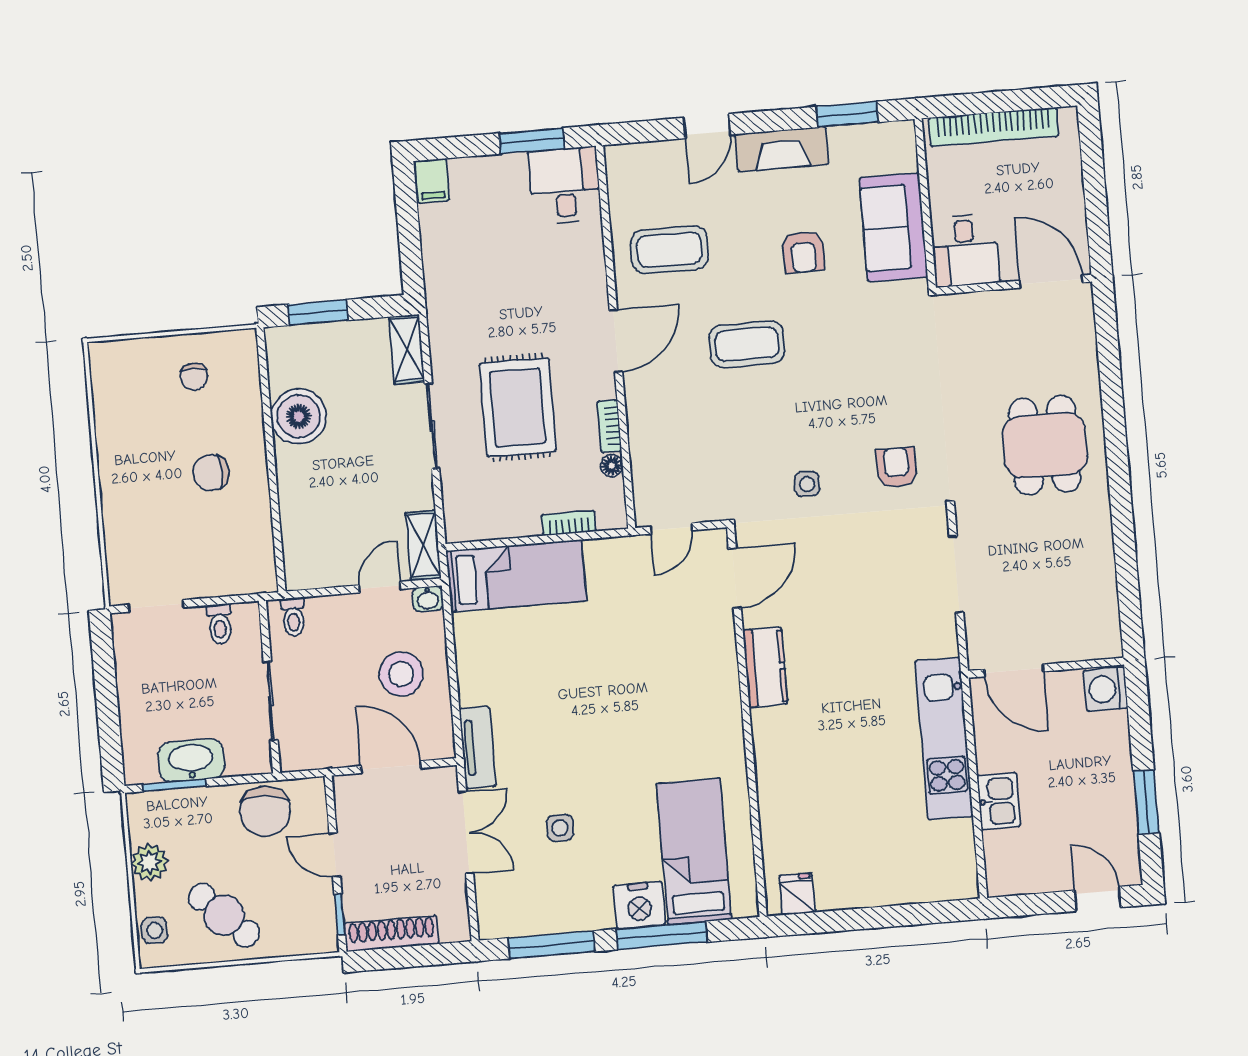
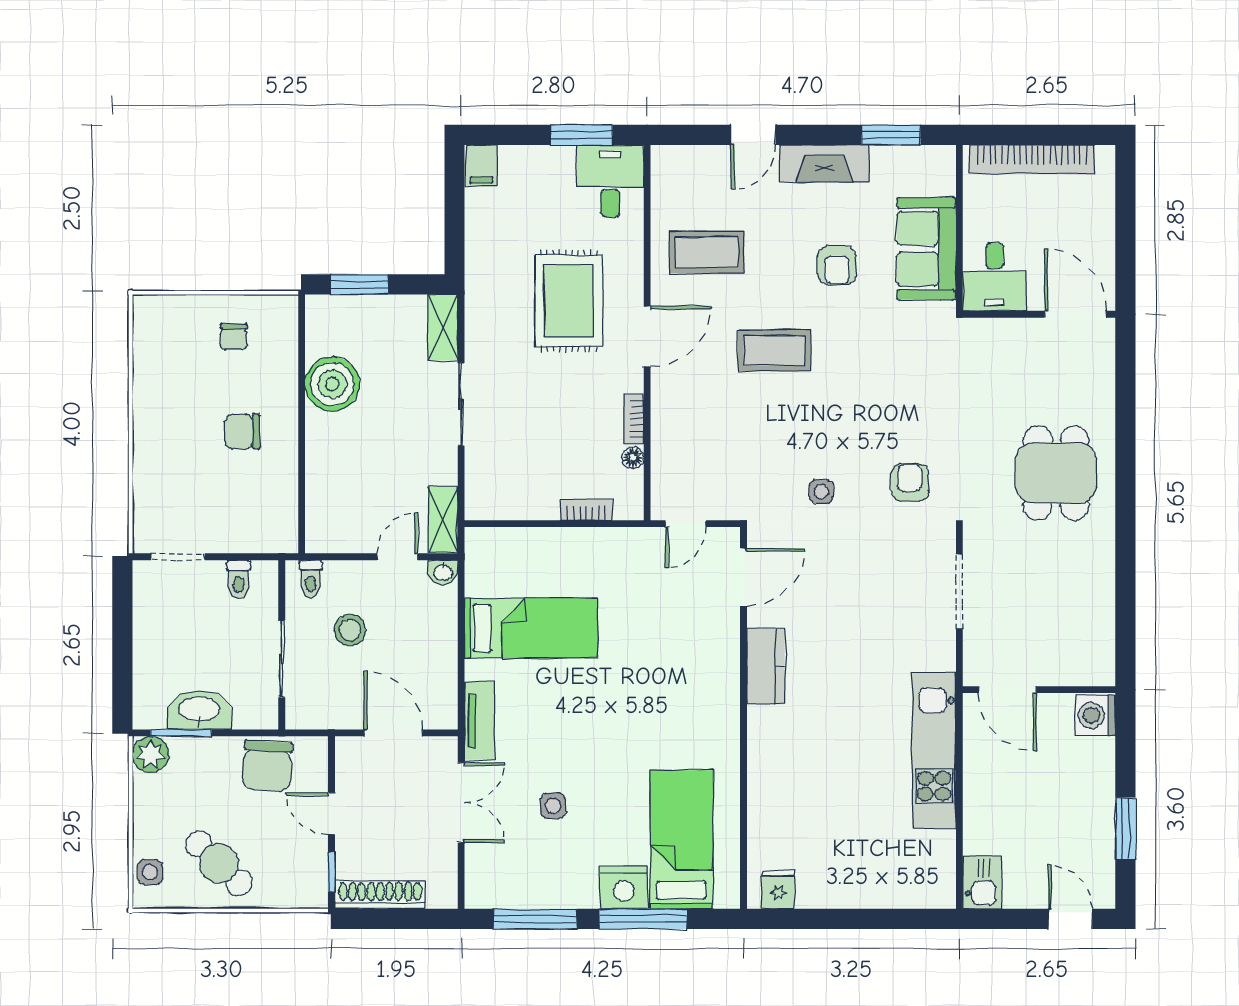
rug: (518, 407) -> (569, 301), moved
bed: (516, 576) -> (531, 628), moved
stool: (401, 674) -> (350, 630), moved, width x0.73, depth x0.73
kitchen sink: (999, 801) -> (982, 882), moved
plant: (149, 862) -> (151, 754), moved

